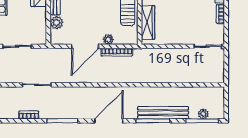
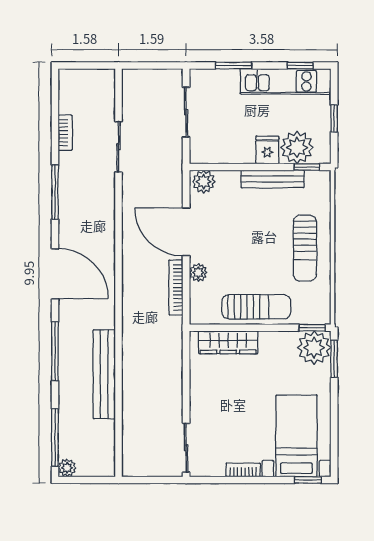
plant: (57, 23) -> (204, 182), moved
bench: (163, 113) -> (104, 374), moved
plant: (203, 114) -> (67, 468), moved

